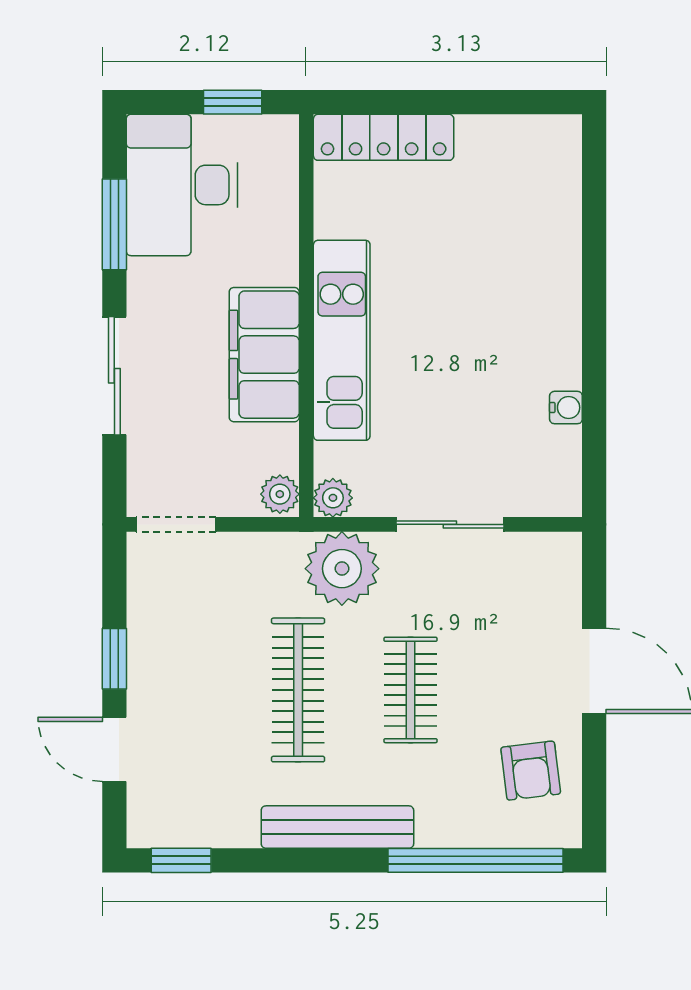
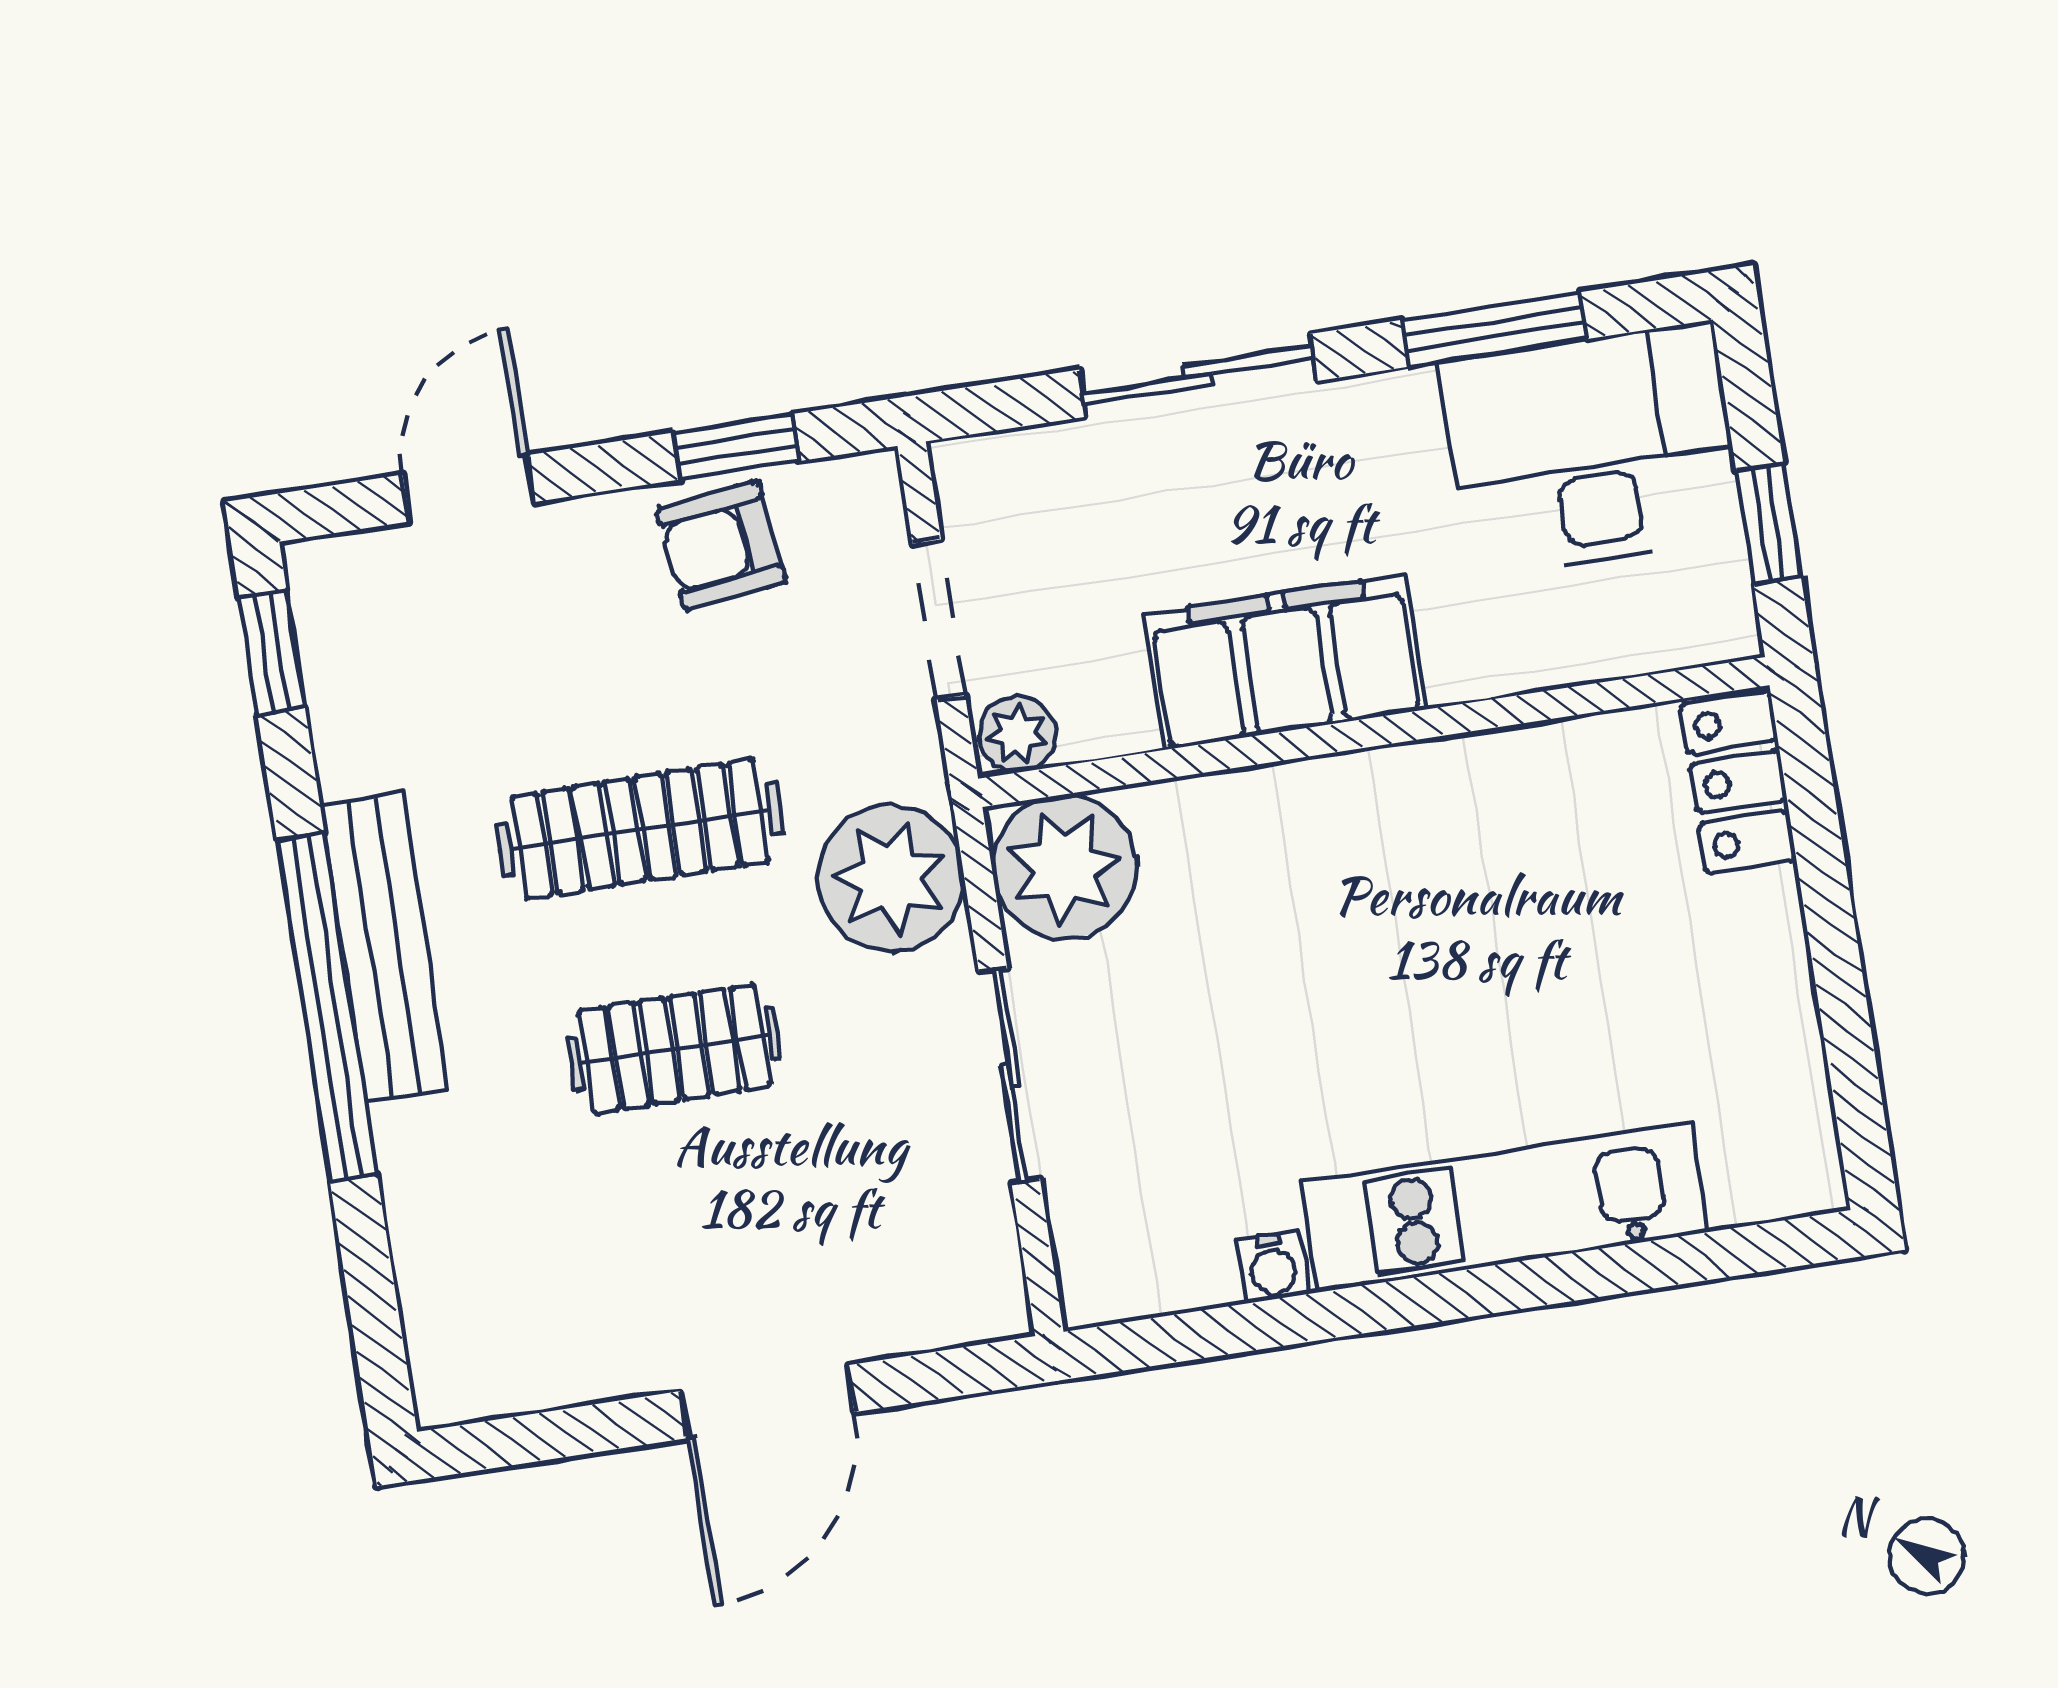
locker: (384, 137) -> (1738, 782), width x0.66
kitchen unit: (342, 340) -> (1504, 1207), moved, turned 180
plant: (333, 498) -> (1064, 867), width x1.87, depth x1.87
doorway: (176, 524) -> (939, 619), moved
window: (114, 659) -> (736, 447), moved
armchair: (531, 771) -> (721, 546), moved
window: (475, 860) -> (327, 1007), moved

